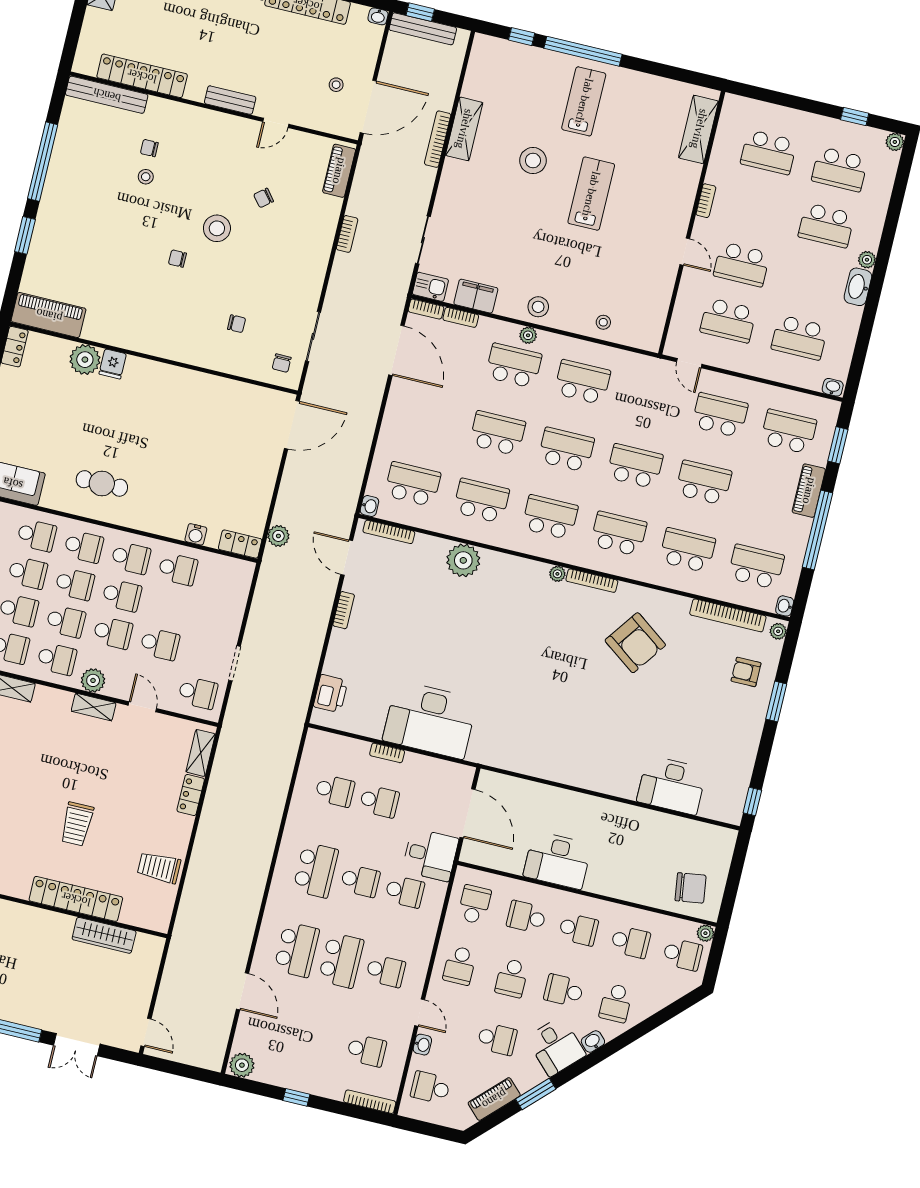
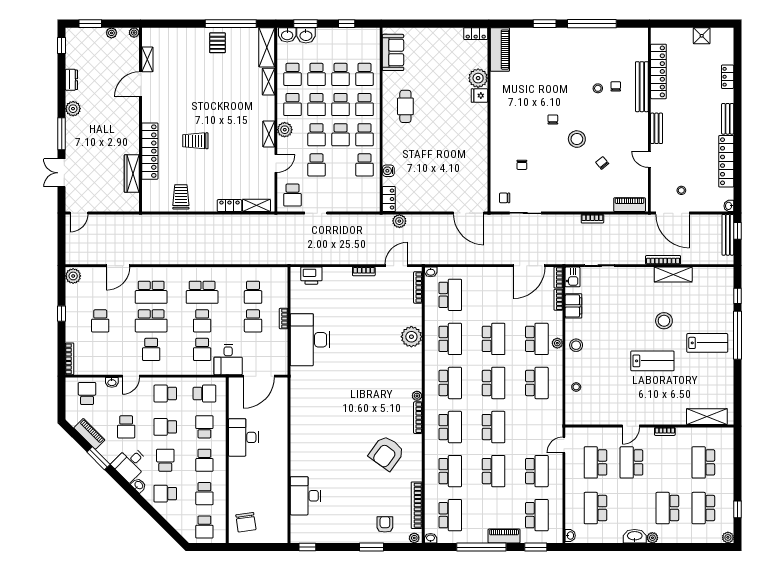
bench: (107, 95) -> (642, 87), moved
plant: (705, 933) -> (221, 538), removed
school desk: (367, 1050) -> (100, 321), moved

